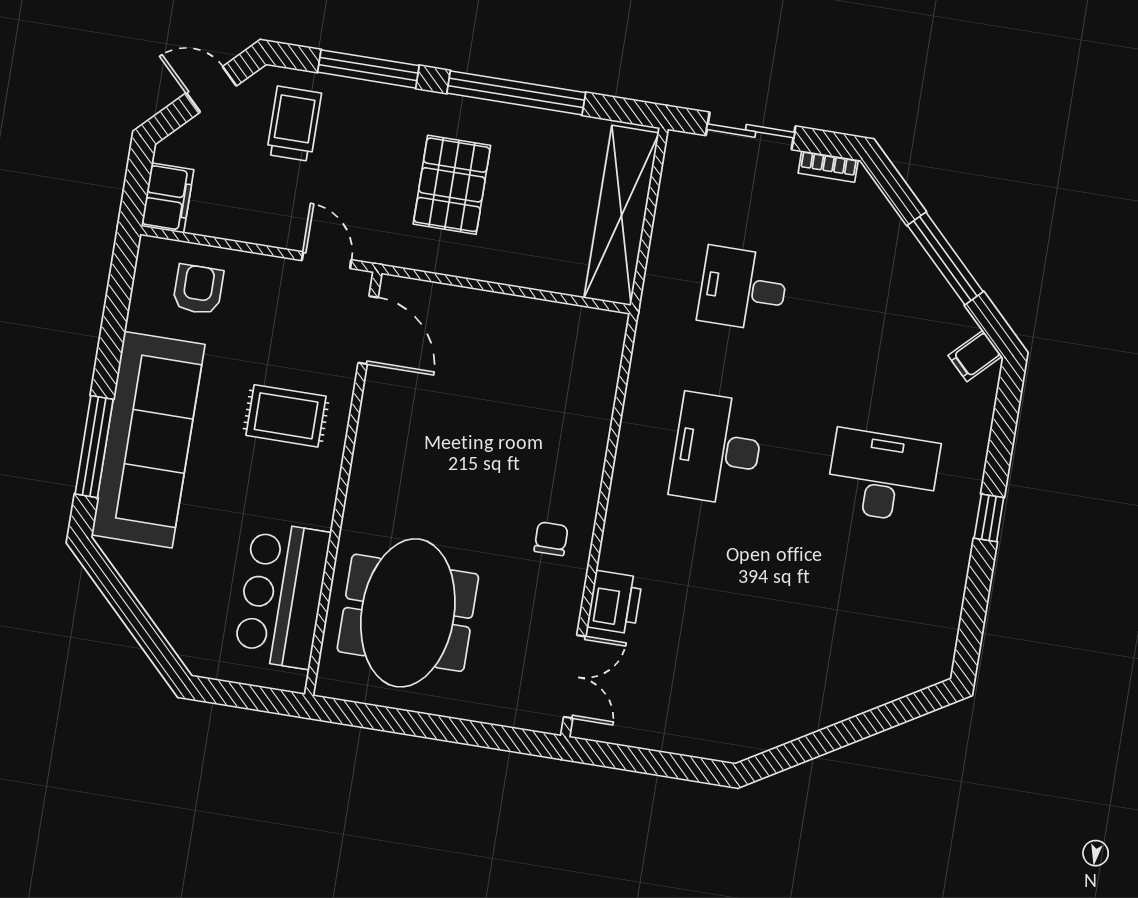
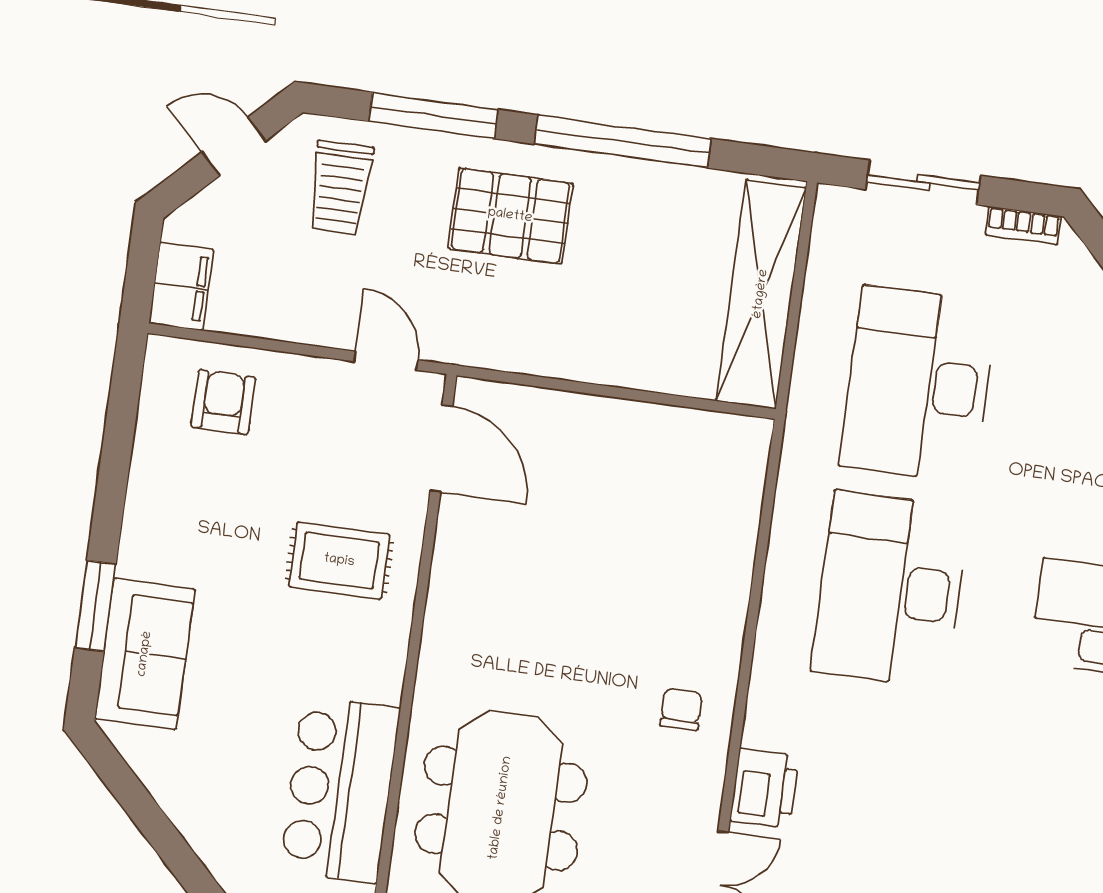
trolley: (294, 124) -> (340, 188), turned 180
pallet: (452, 185) -> (510, 216), moved, turned 90
desk: (743, 289) -> (918, 384), width x1.87, depth x1.30
sofa: (148, 440) -> (145, 654), width x0.54, depth x0.79
window: (94, 447) -> (95, 606), width x0.69
desk: (717, 449) -> (890, 590), width x1.36, depth x1.30

